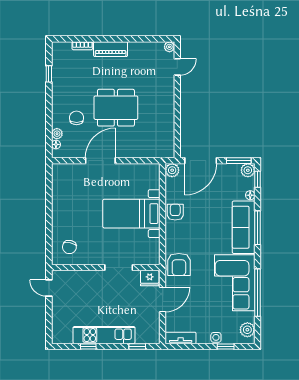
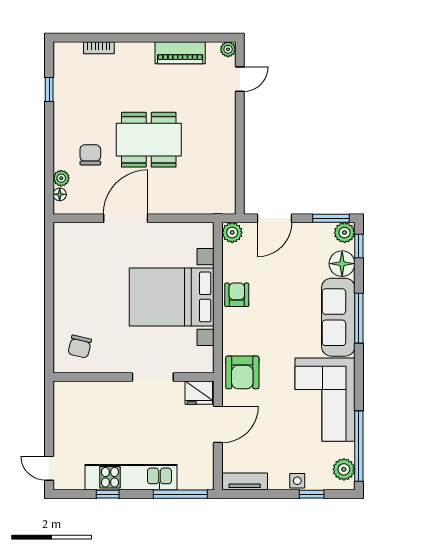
piano: (111, 49) -> (180, 53), moved
door: (201, 161) -> (274, 218), width x0.73
floor lamp: (250, 195) -> (342, 264), width x1.89, depth x1.89
bed with nightstands: (131, 214) -> (172, 297), width x1.36
door: (49, 288) -> (49, 468), moved
window: (257, 293) -> (359, 446), moved
window: (137, 346) -> (180, 494), width x2.17

